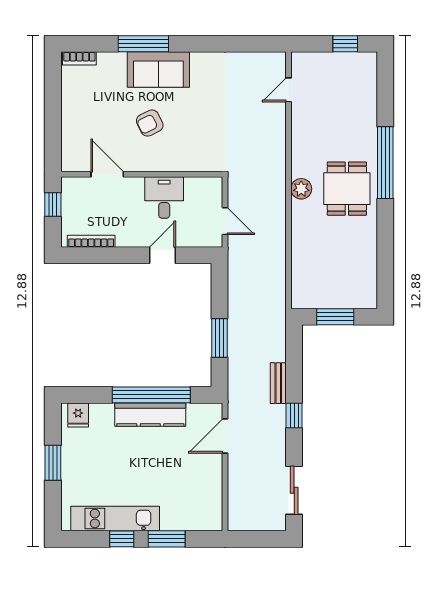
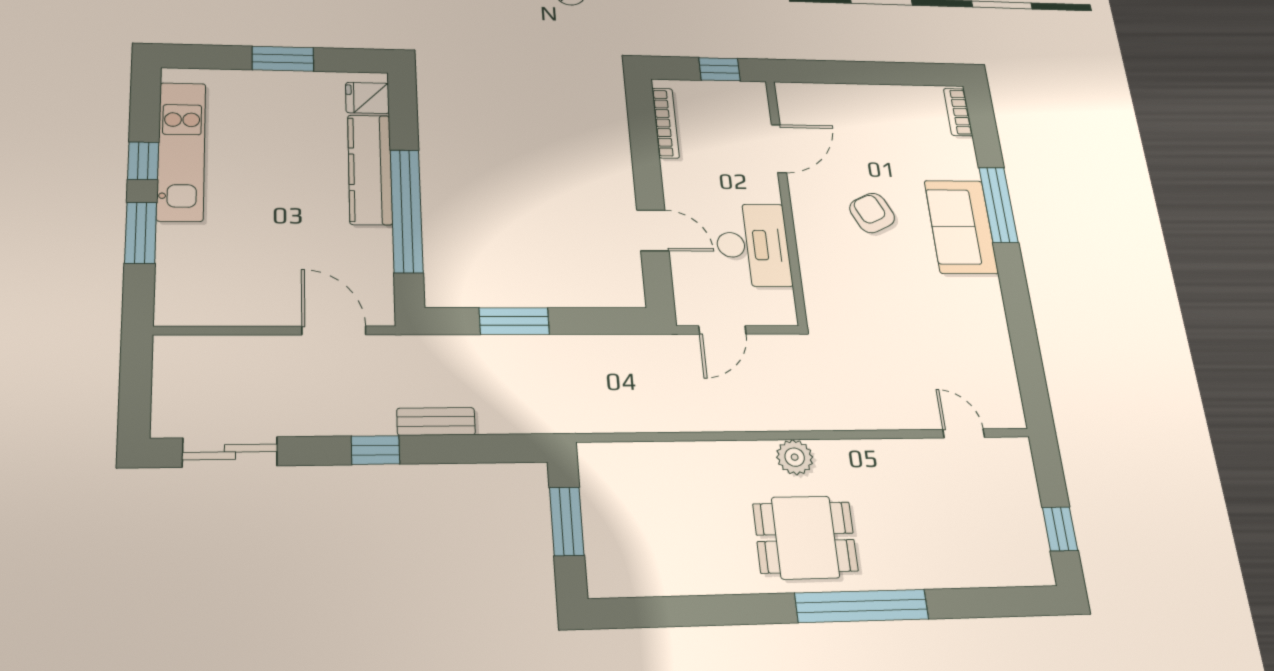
desk: (164, 197) -> (753, 245), width x1.37
kitchen counter: (150, 415) -> (370, 169), moved

